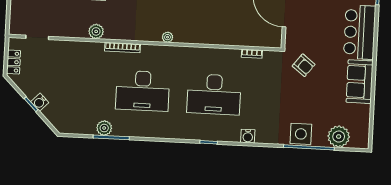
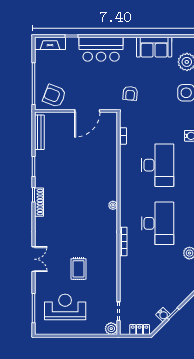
plant: (96, 31) -> (111, 329), moved
armchair: (304, 65) -> (130, 93), turned 147
sofa: (360, 82) -> (154, 47), moved
water cooler: (40, 102) -> (163, 315), moved

